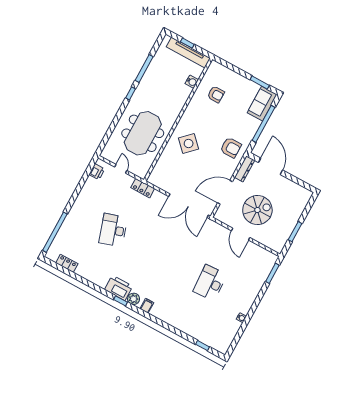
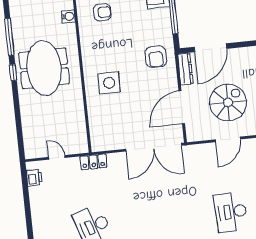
meeting table: (143, 133) -> (44, 68), moved
side table: (189, 143) -> (109, 83), turned 45
armchair: (231, 148) -> (156, 57), turned 90
door: (271, 166) -> (210, 48), swing flipped
door: (241, 234) -> (228, 139), hinge flipped

